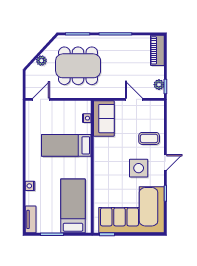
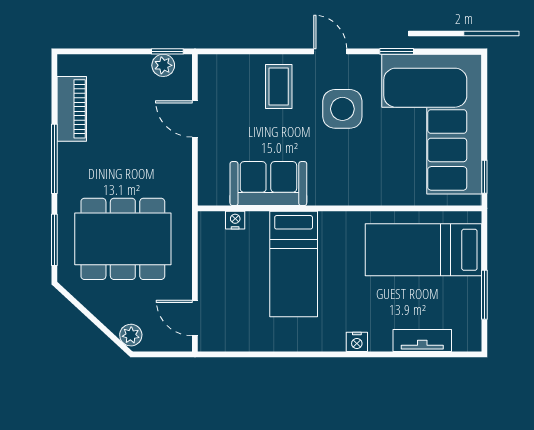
piano: (157, 50) -> (72, 109), moved, turned -90
plant: (41, 61) -> (131, 335), moved
dining table: (78, 66) -> (123, 239), turned 90
door: (134, 99) -> (195, 119), hinge flipped
sofa: (104, 119) -> (268, 184), moved
nightstand: (30, 186) -> (357, 342), moved
tv unit: (31, 219) -> (422, 341), moved

